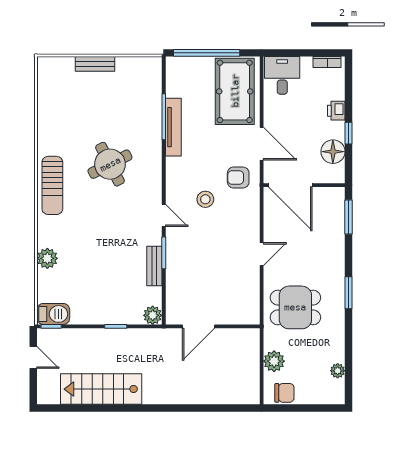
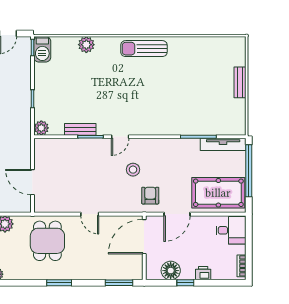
tv unit: (173, 127) -> (223, 144), moved
round table: (110, 164) -> (161, 94), removed
door: (198, 326) -> (32, 182), moved

